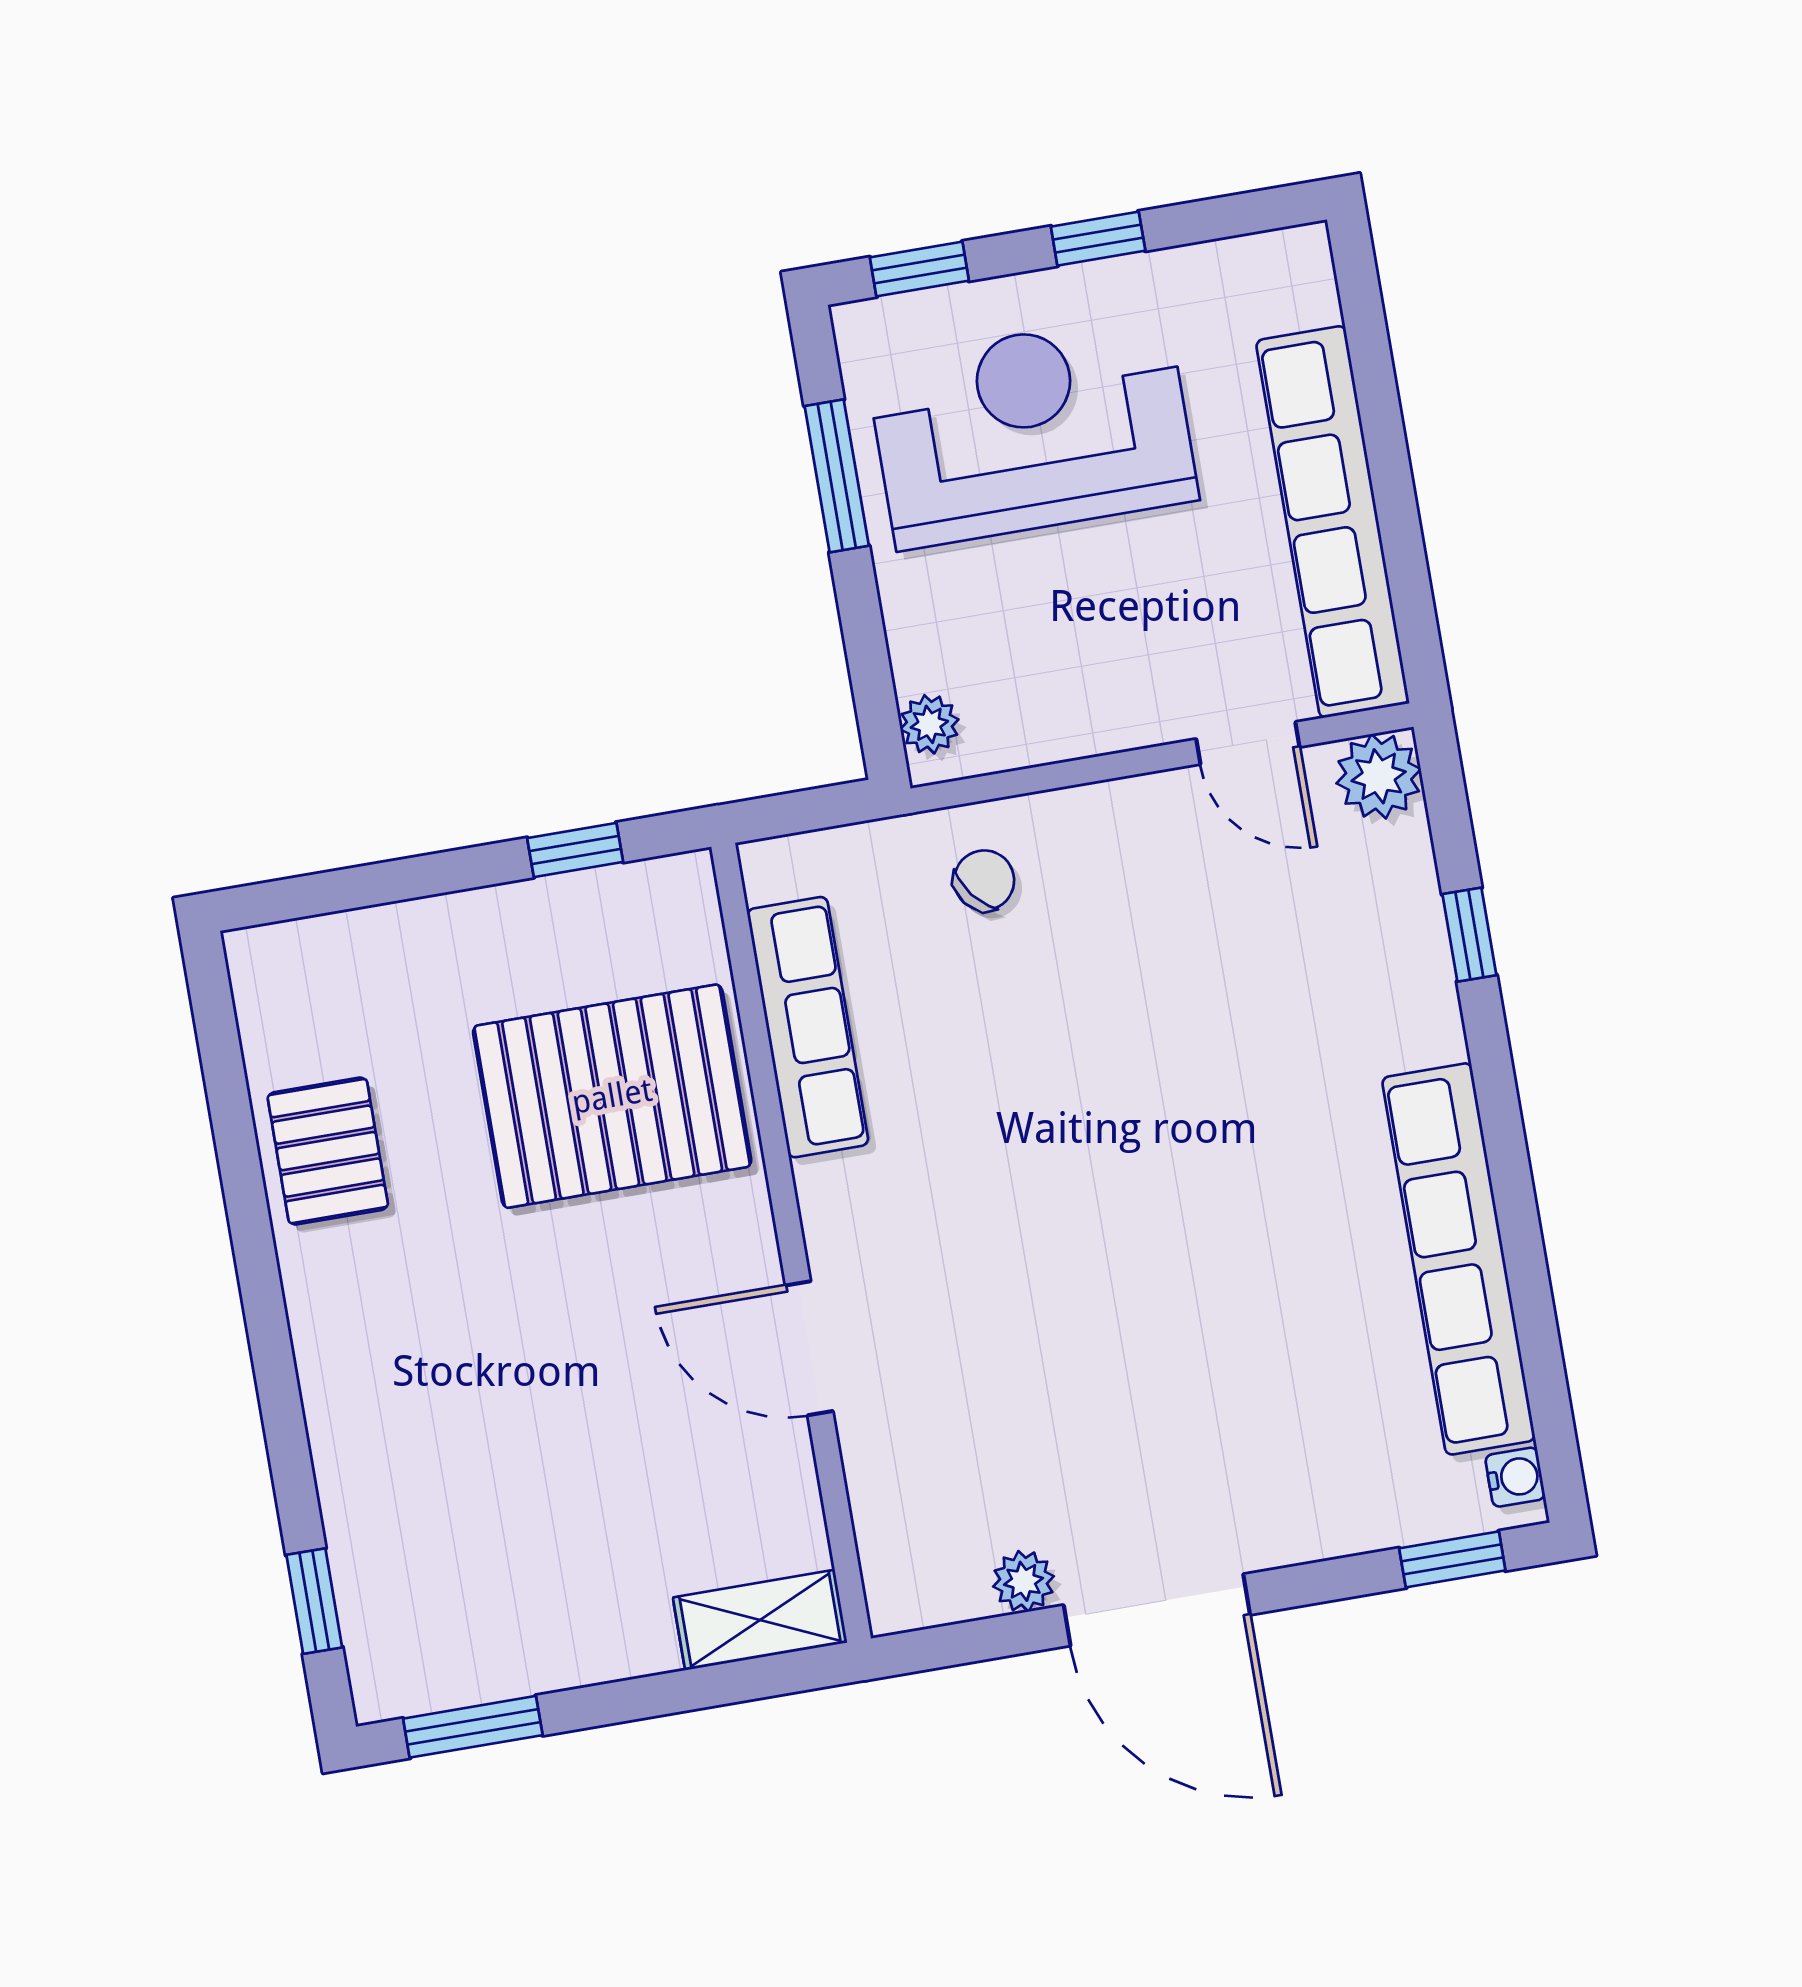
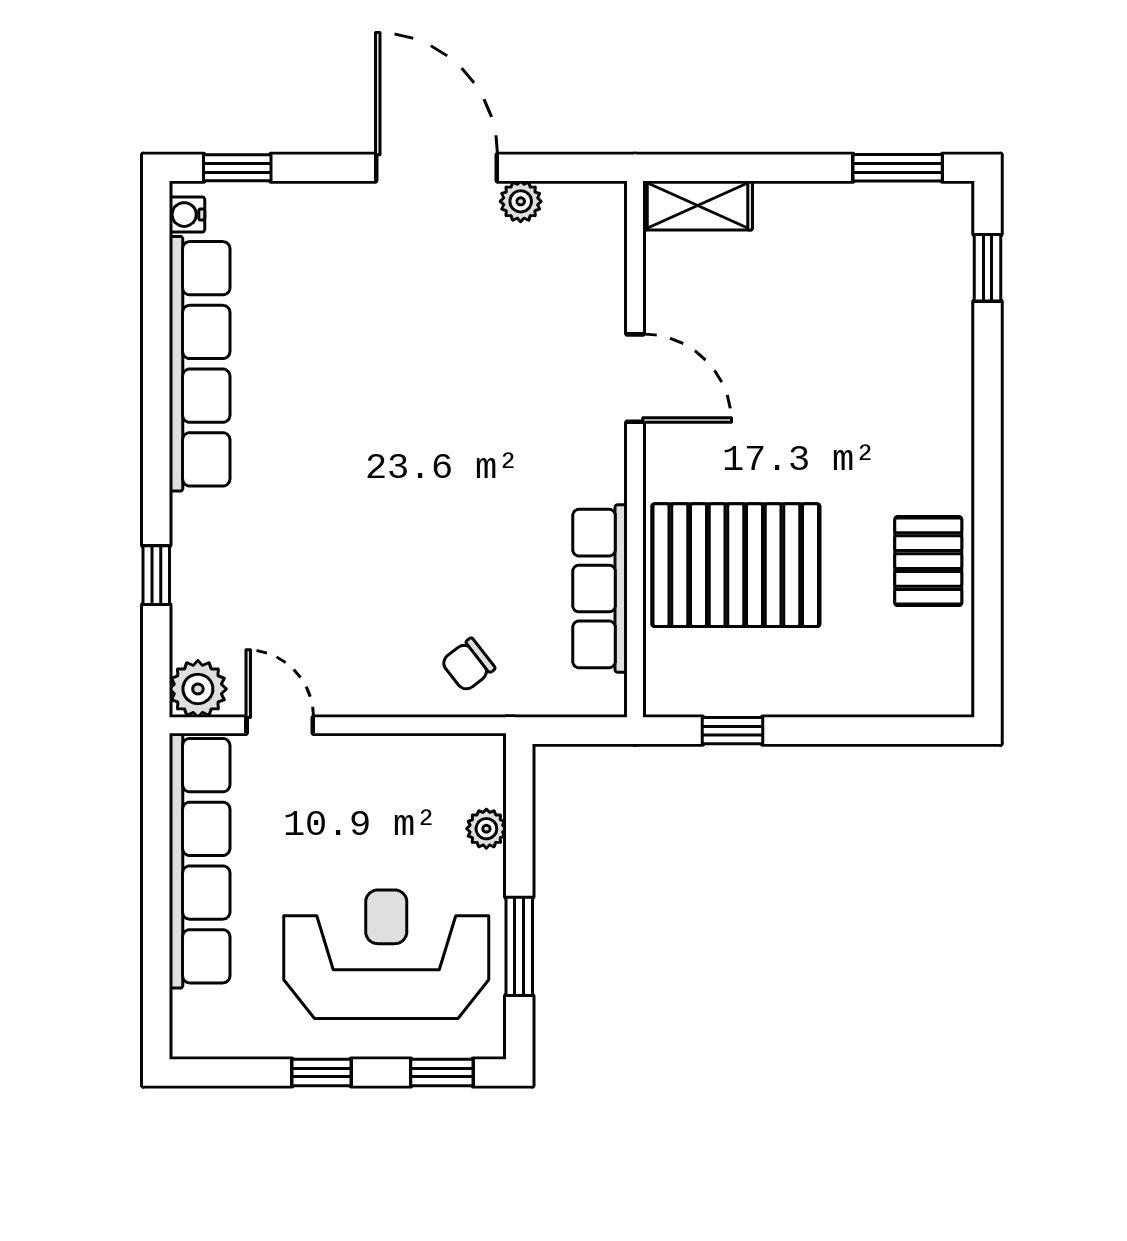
reception desk: (1032, 431) -> (386, 954), turned 180
plant: (929, 724) -> (486, 829), moved

